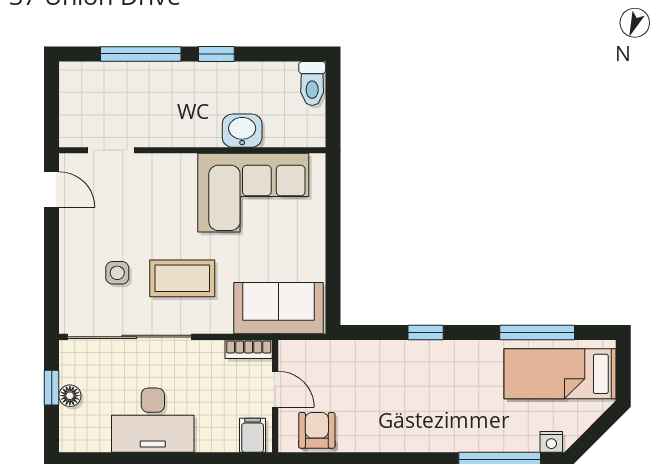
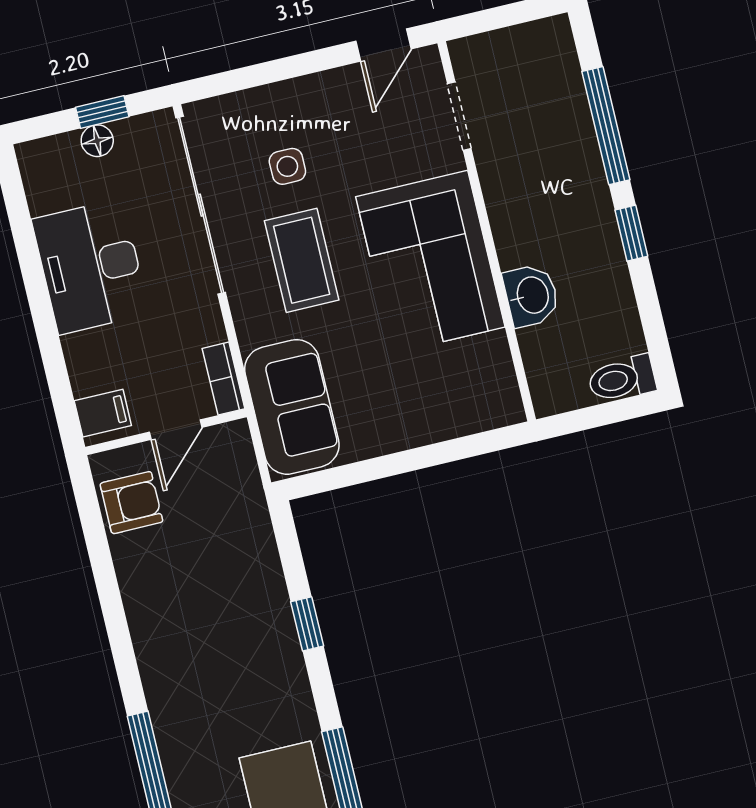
corner sofa: (253, 193) -> (430, 262), moved

